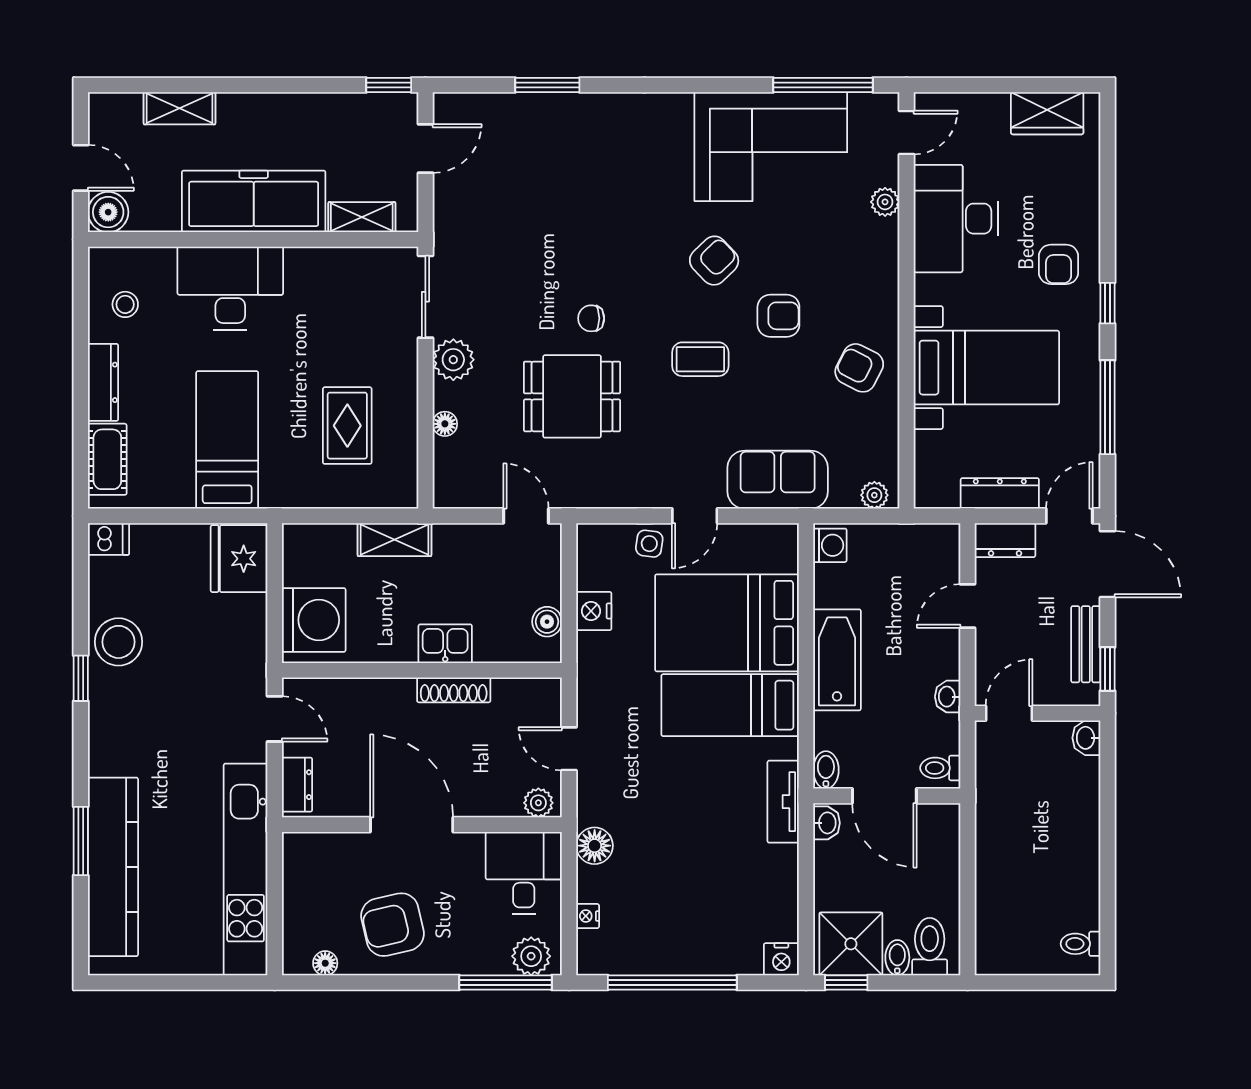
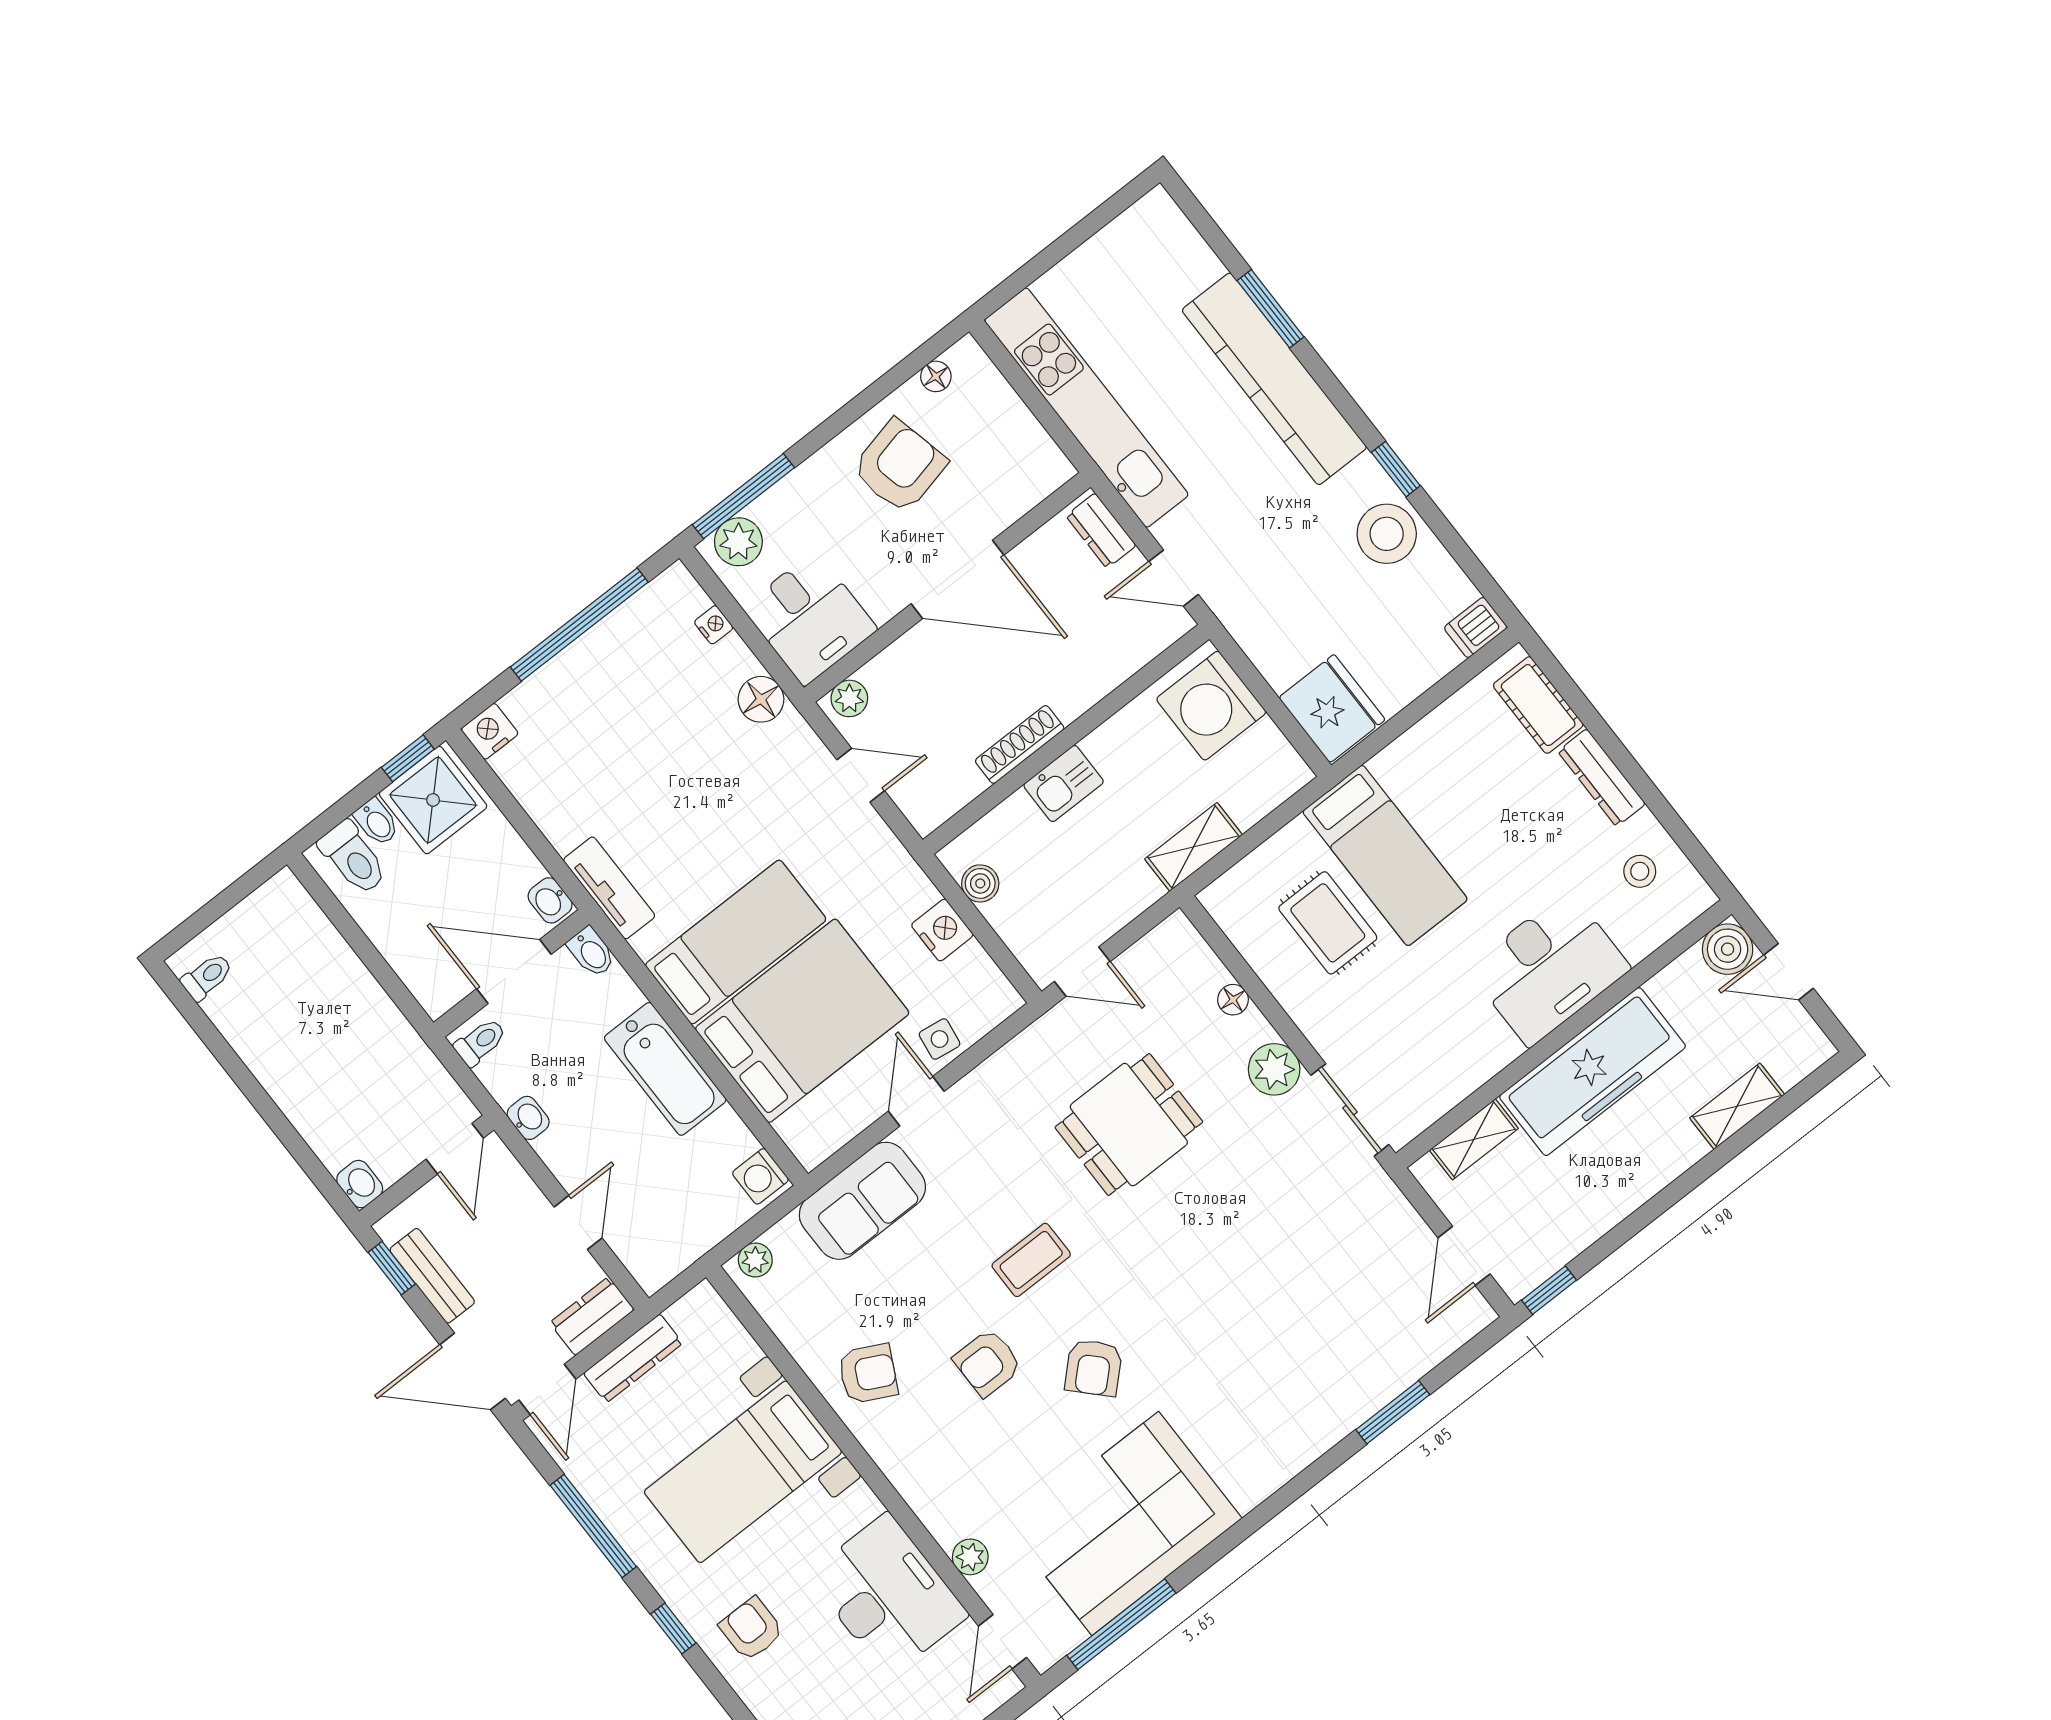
chair: (591, 318) -> (1170, 1216), removed
bed: (227, 440) -> (1385, 855), moved
kitchen counter: (113, 867) -> (1274, 379), moved

